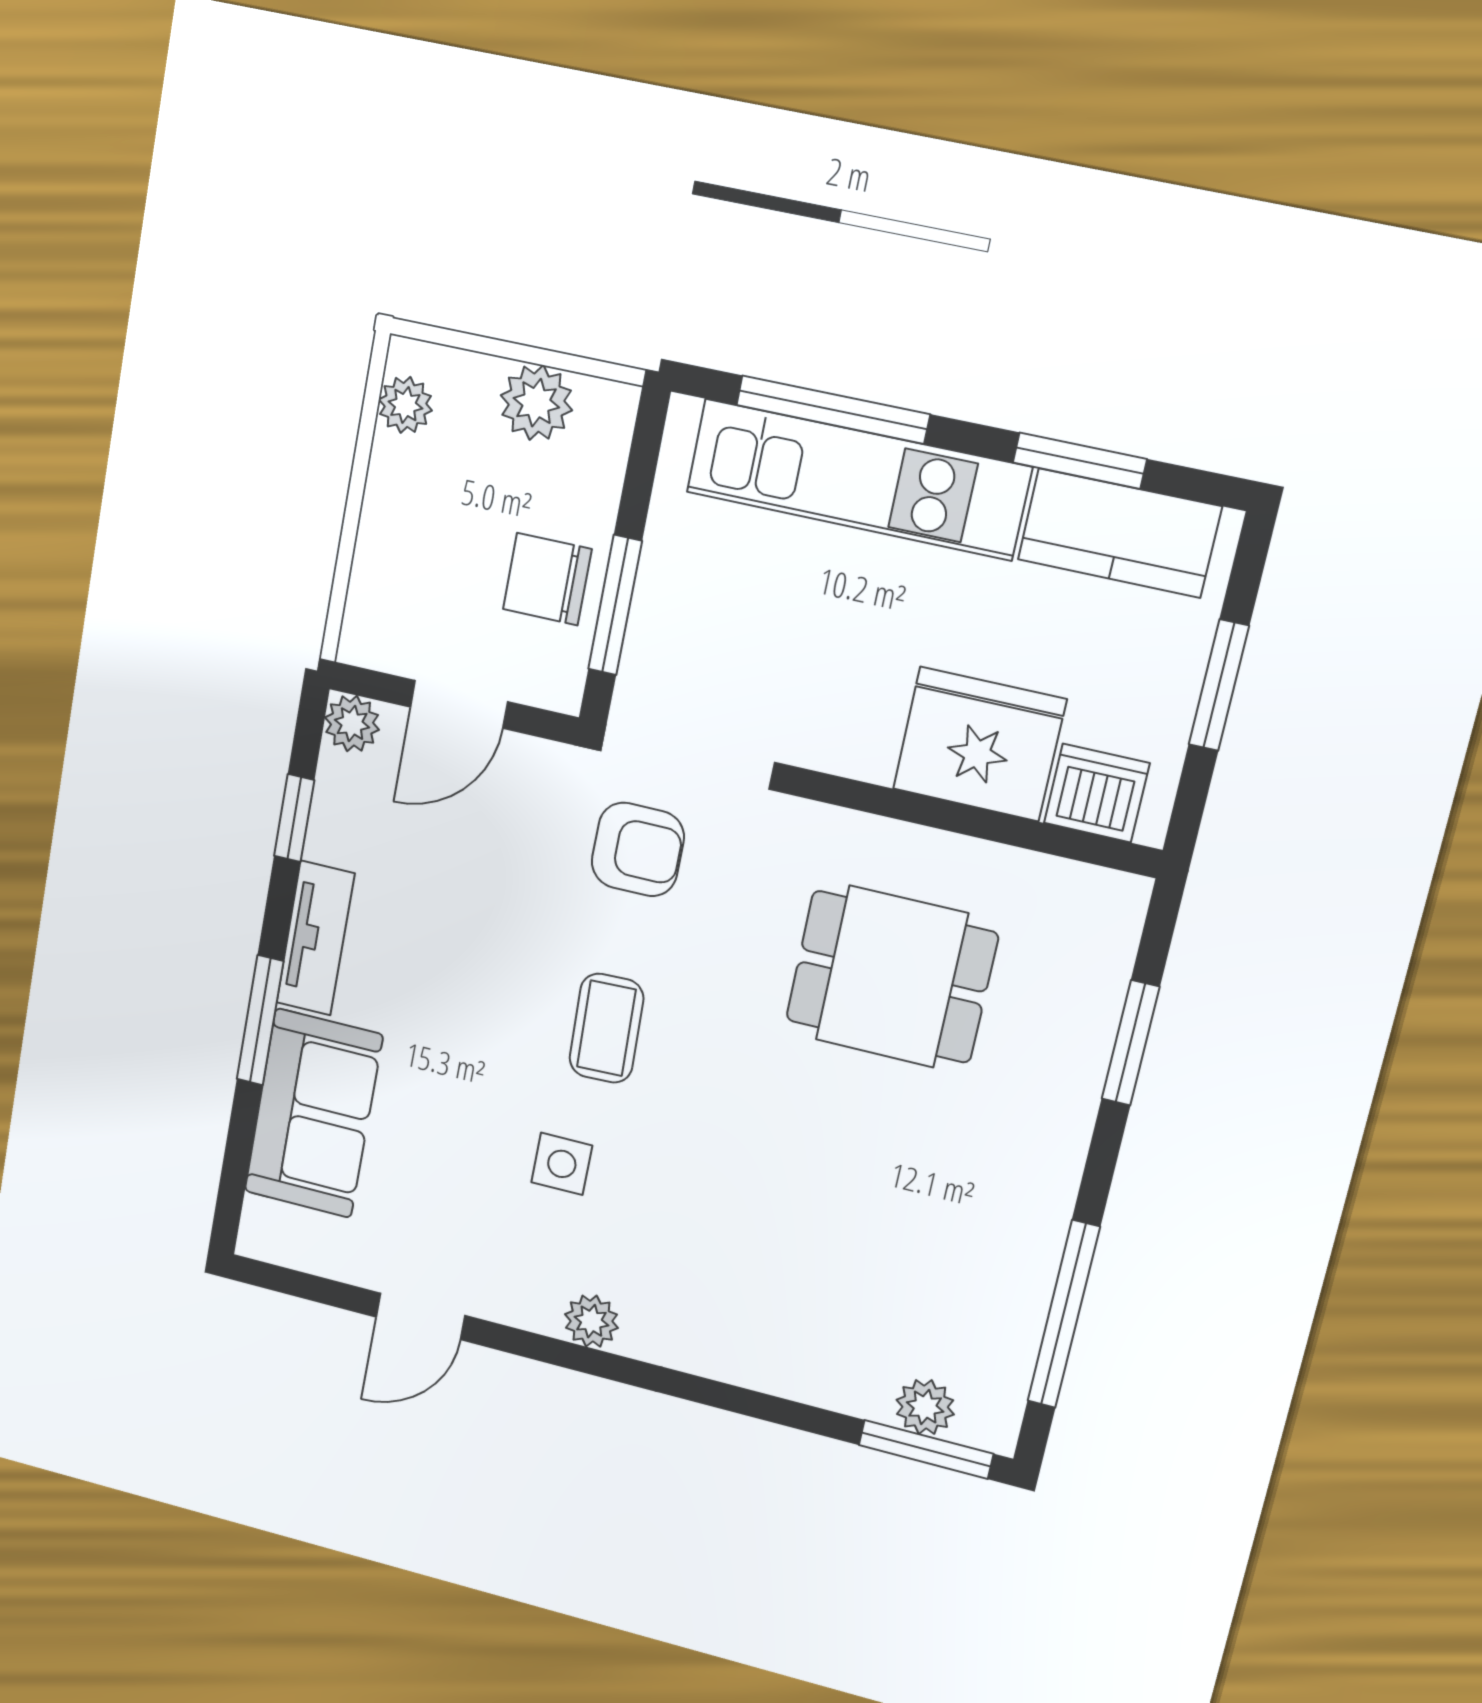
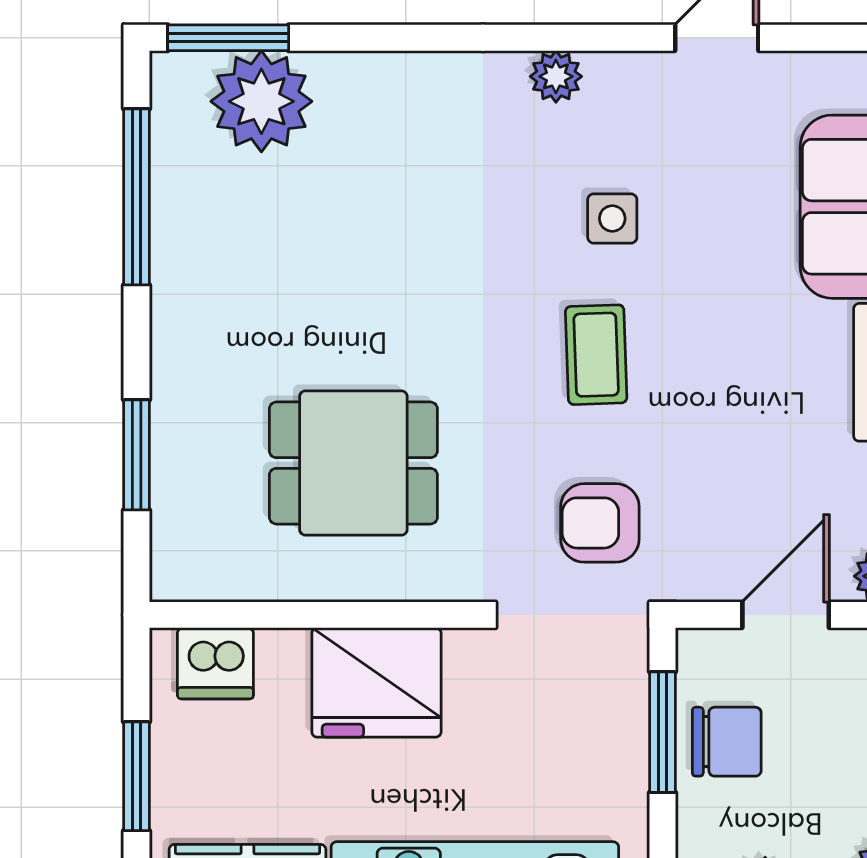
fridge: (979, 744) -> (376, 682), moved
plant: (925, 1407) -> (261, 101), width x1.88, depth x1.88

